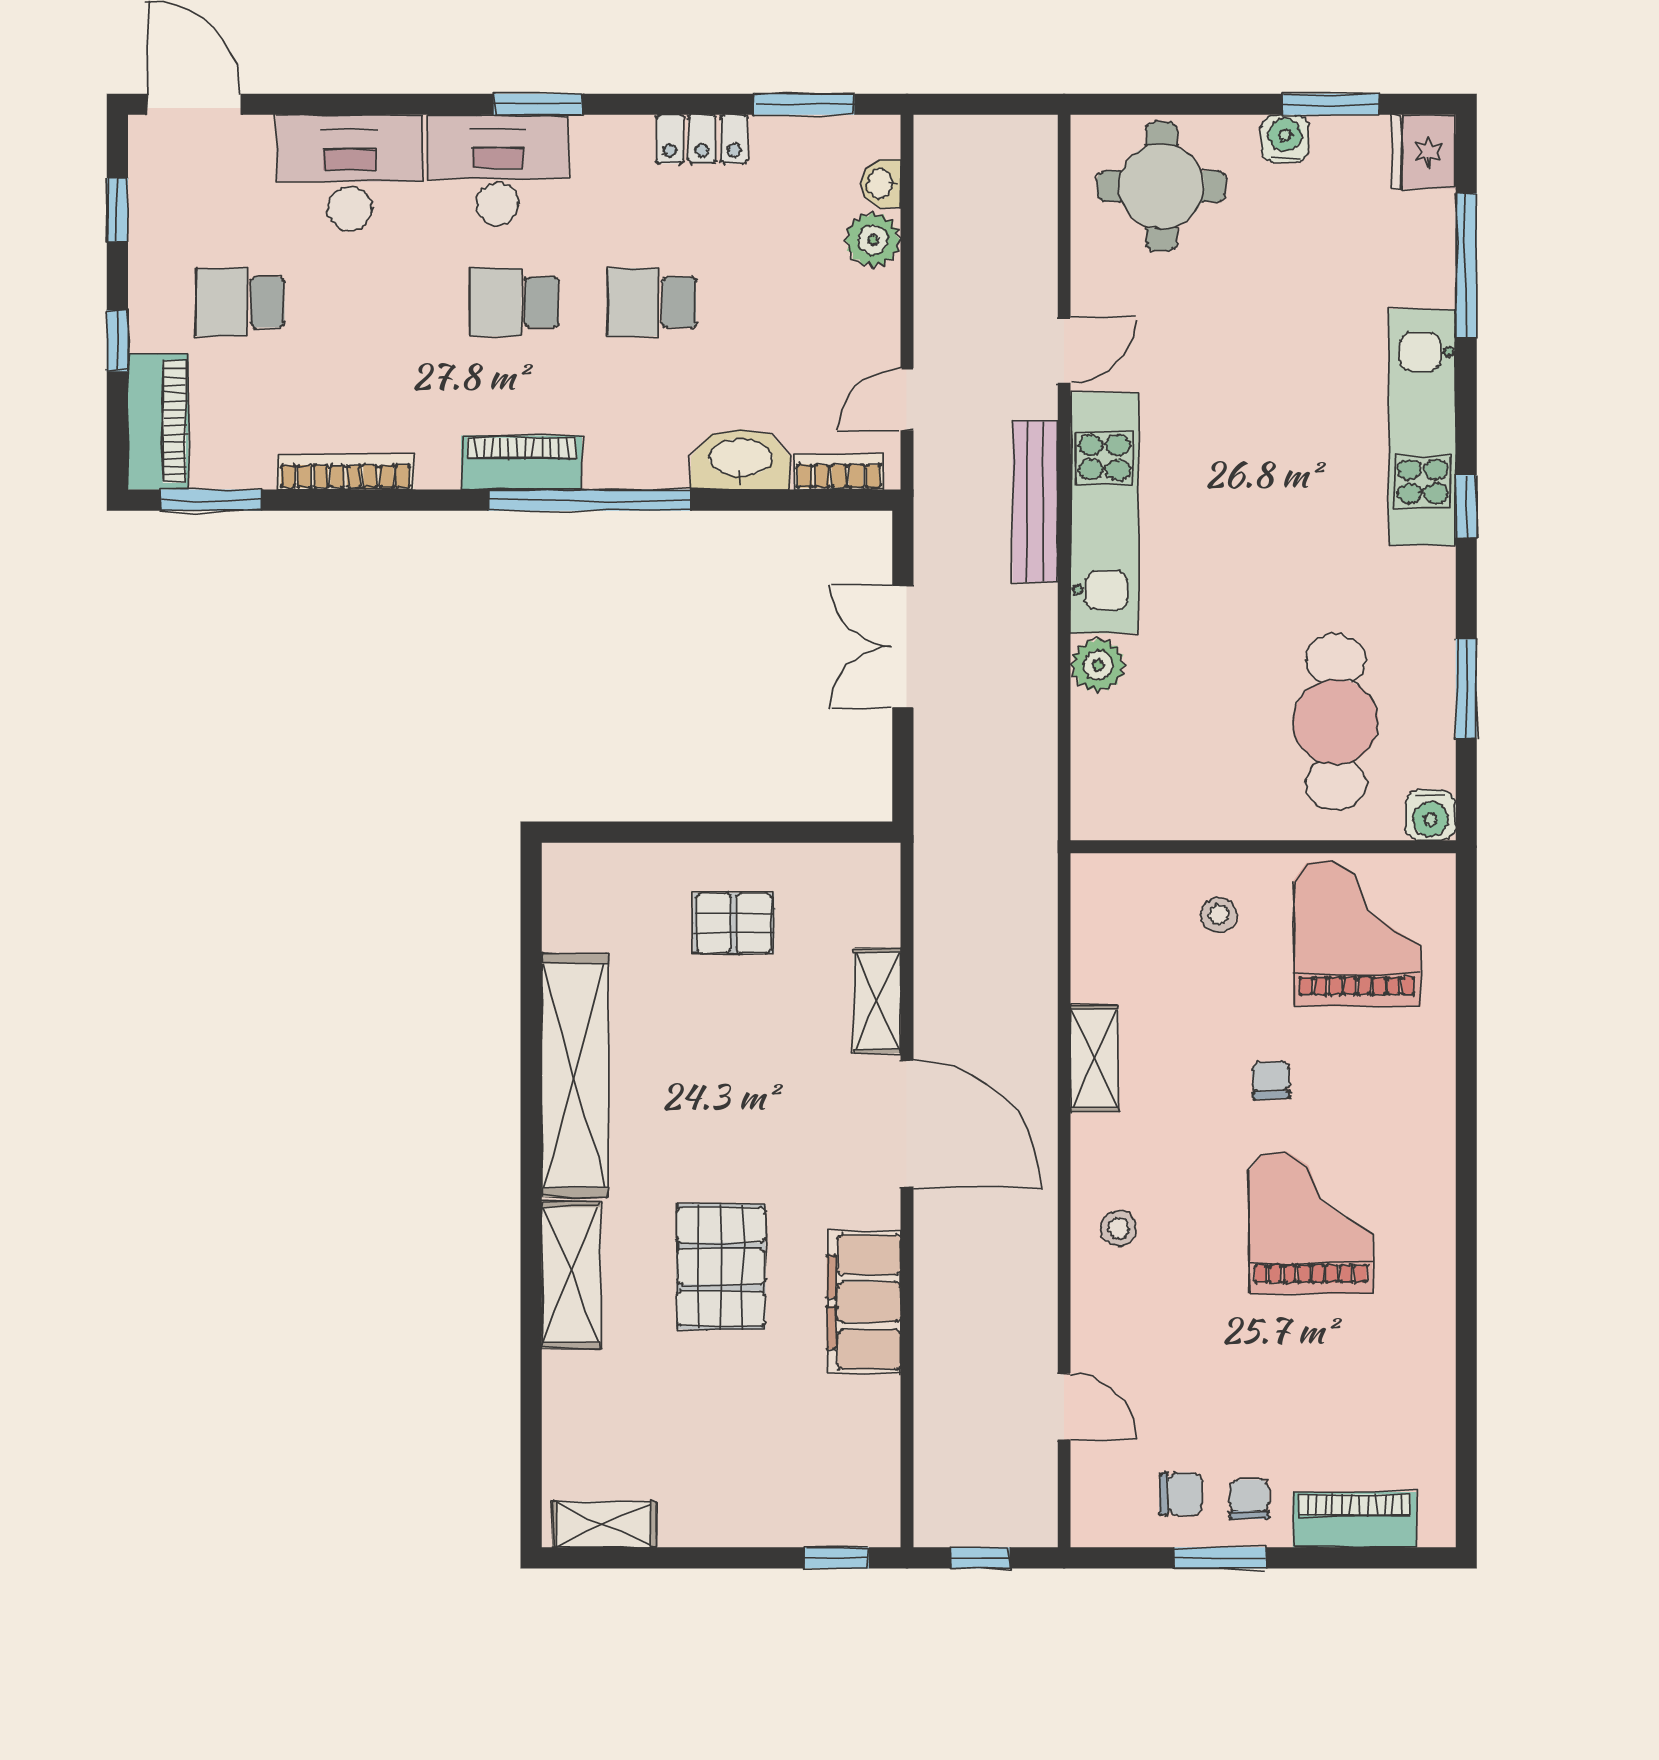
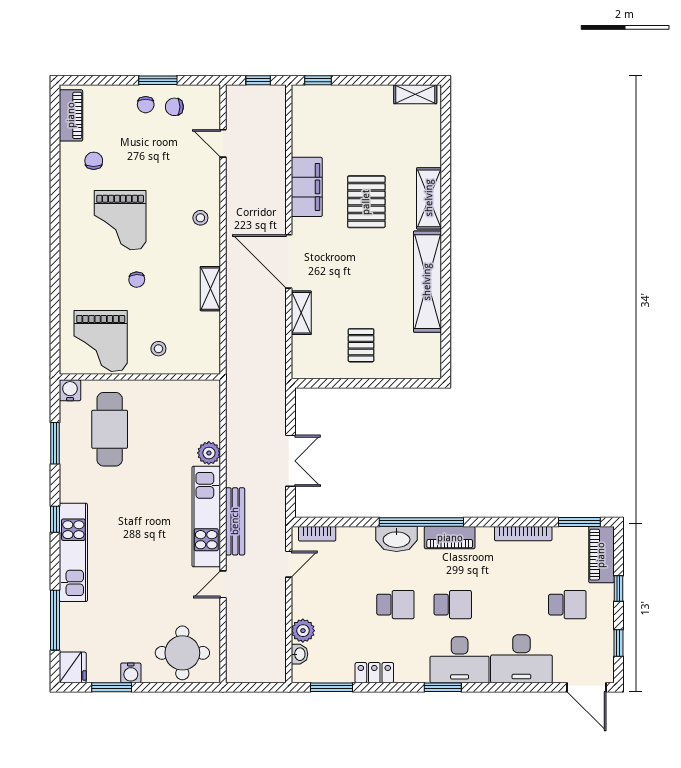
washbasin: (741, 459) -> (397, 539), moved
pallet: (734, 923) -> (361, 345), turned 90
chair: (1374, 1365) -> (94, 161), added
piano: (1355, 1520) -> (71, 115), moved, turned -90

